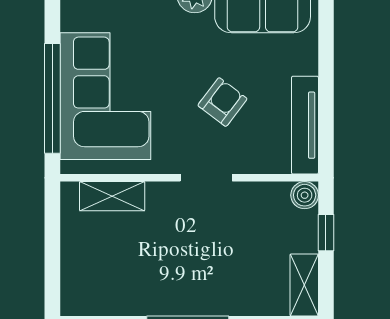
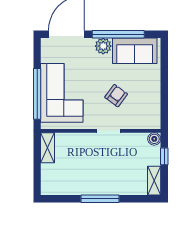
tv unit: (305, 125) -> (154, 106), removed
shelving: (112, 196) -> (47, 148), moved, turned 90

